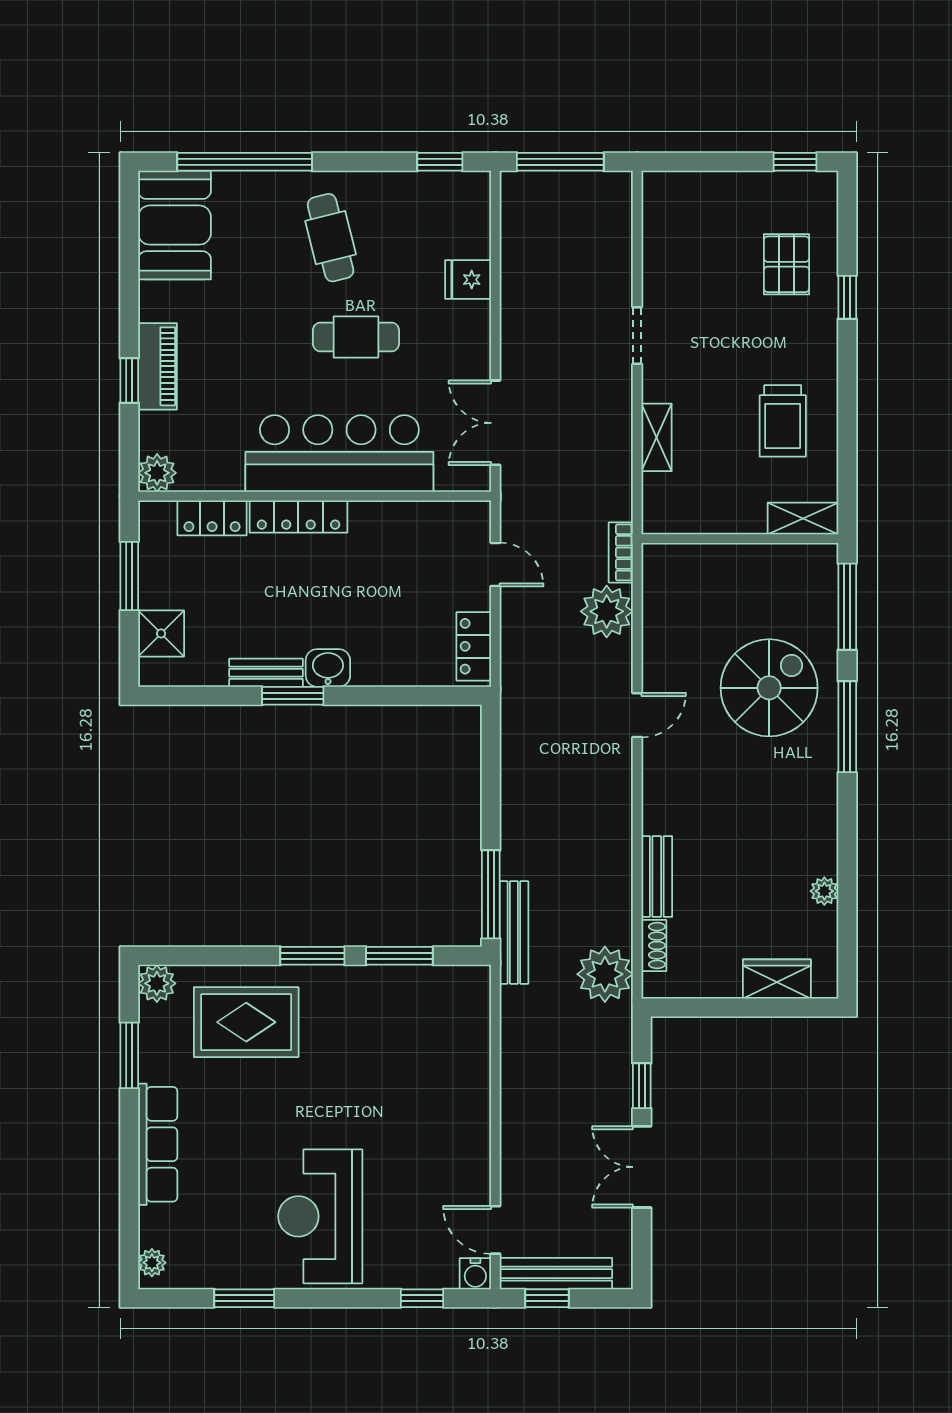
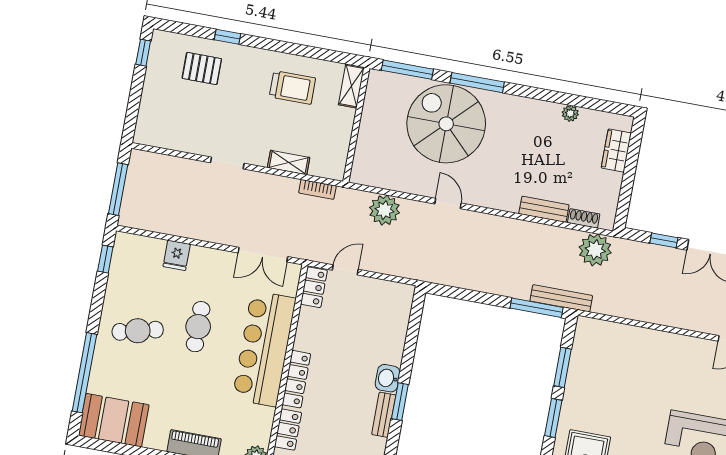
bookcase: (621, 552) -> (317, 189), moved
locker: (474, 646) -> (314, 287), moved, turned -90
spiral stairs: (769, 688) -> (446, 124), width x1.37, depth x1.37

